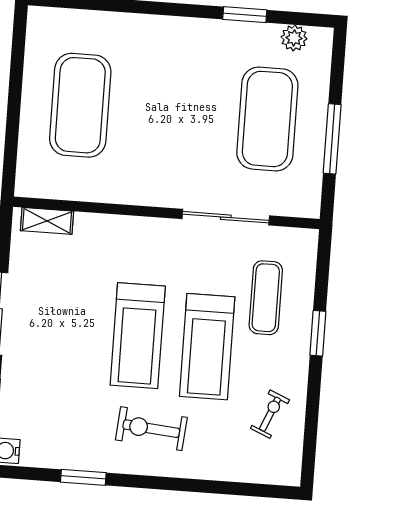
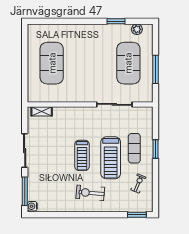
exercise mat: (266, 298) -> (134, 148), moved
treadmill: (138, 336) -> (82, 155), width x0.73, depth x0.73
window: (83, 477) -> (137, 215), moved

